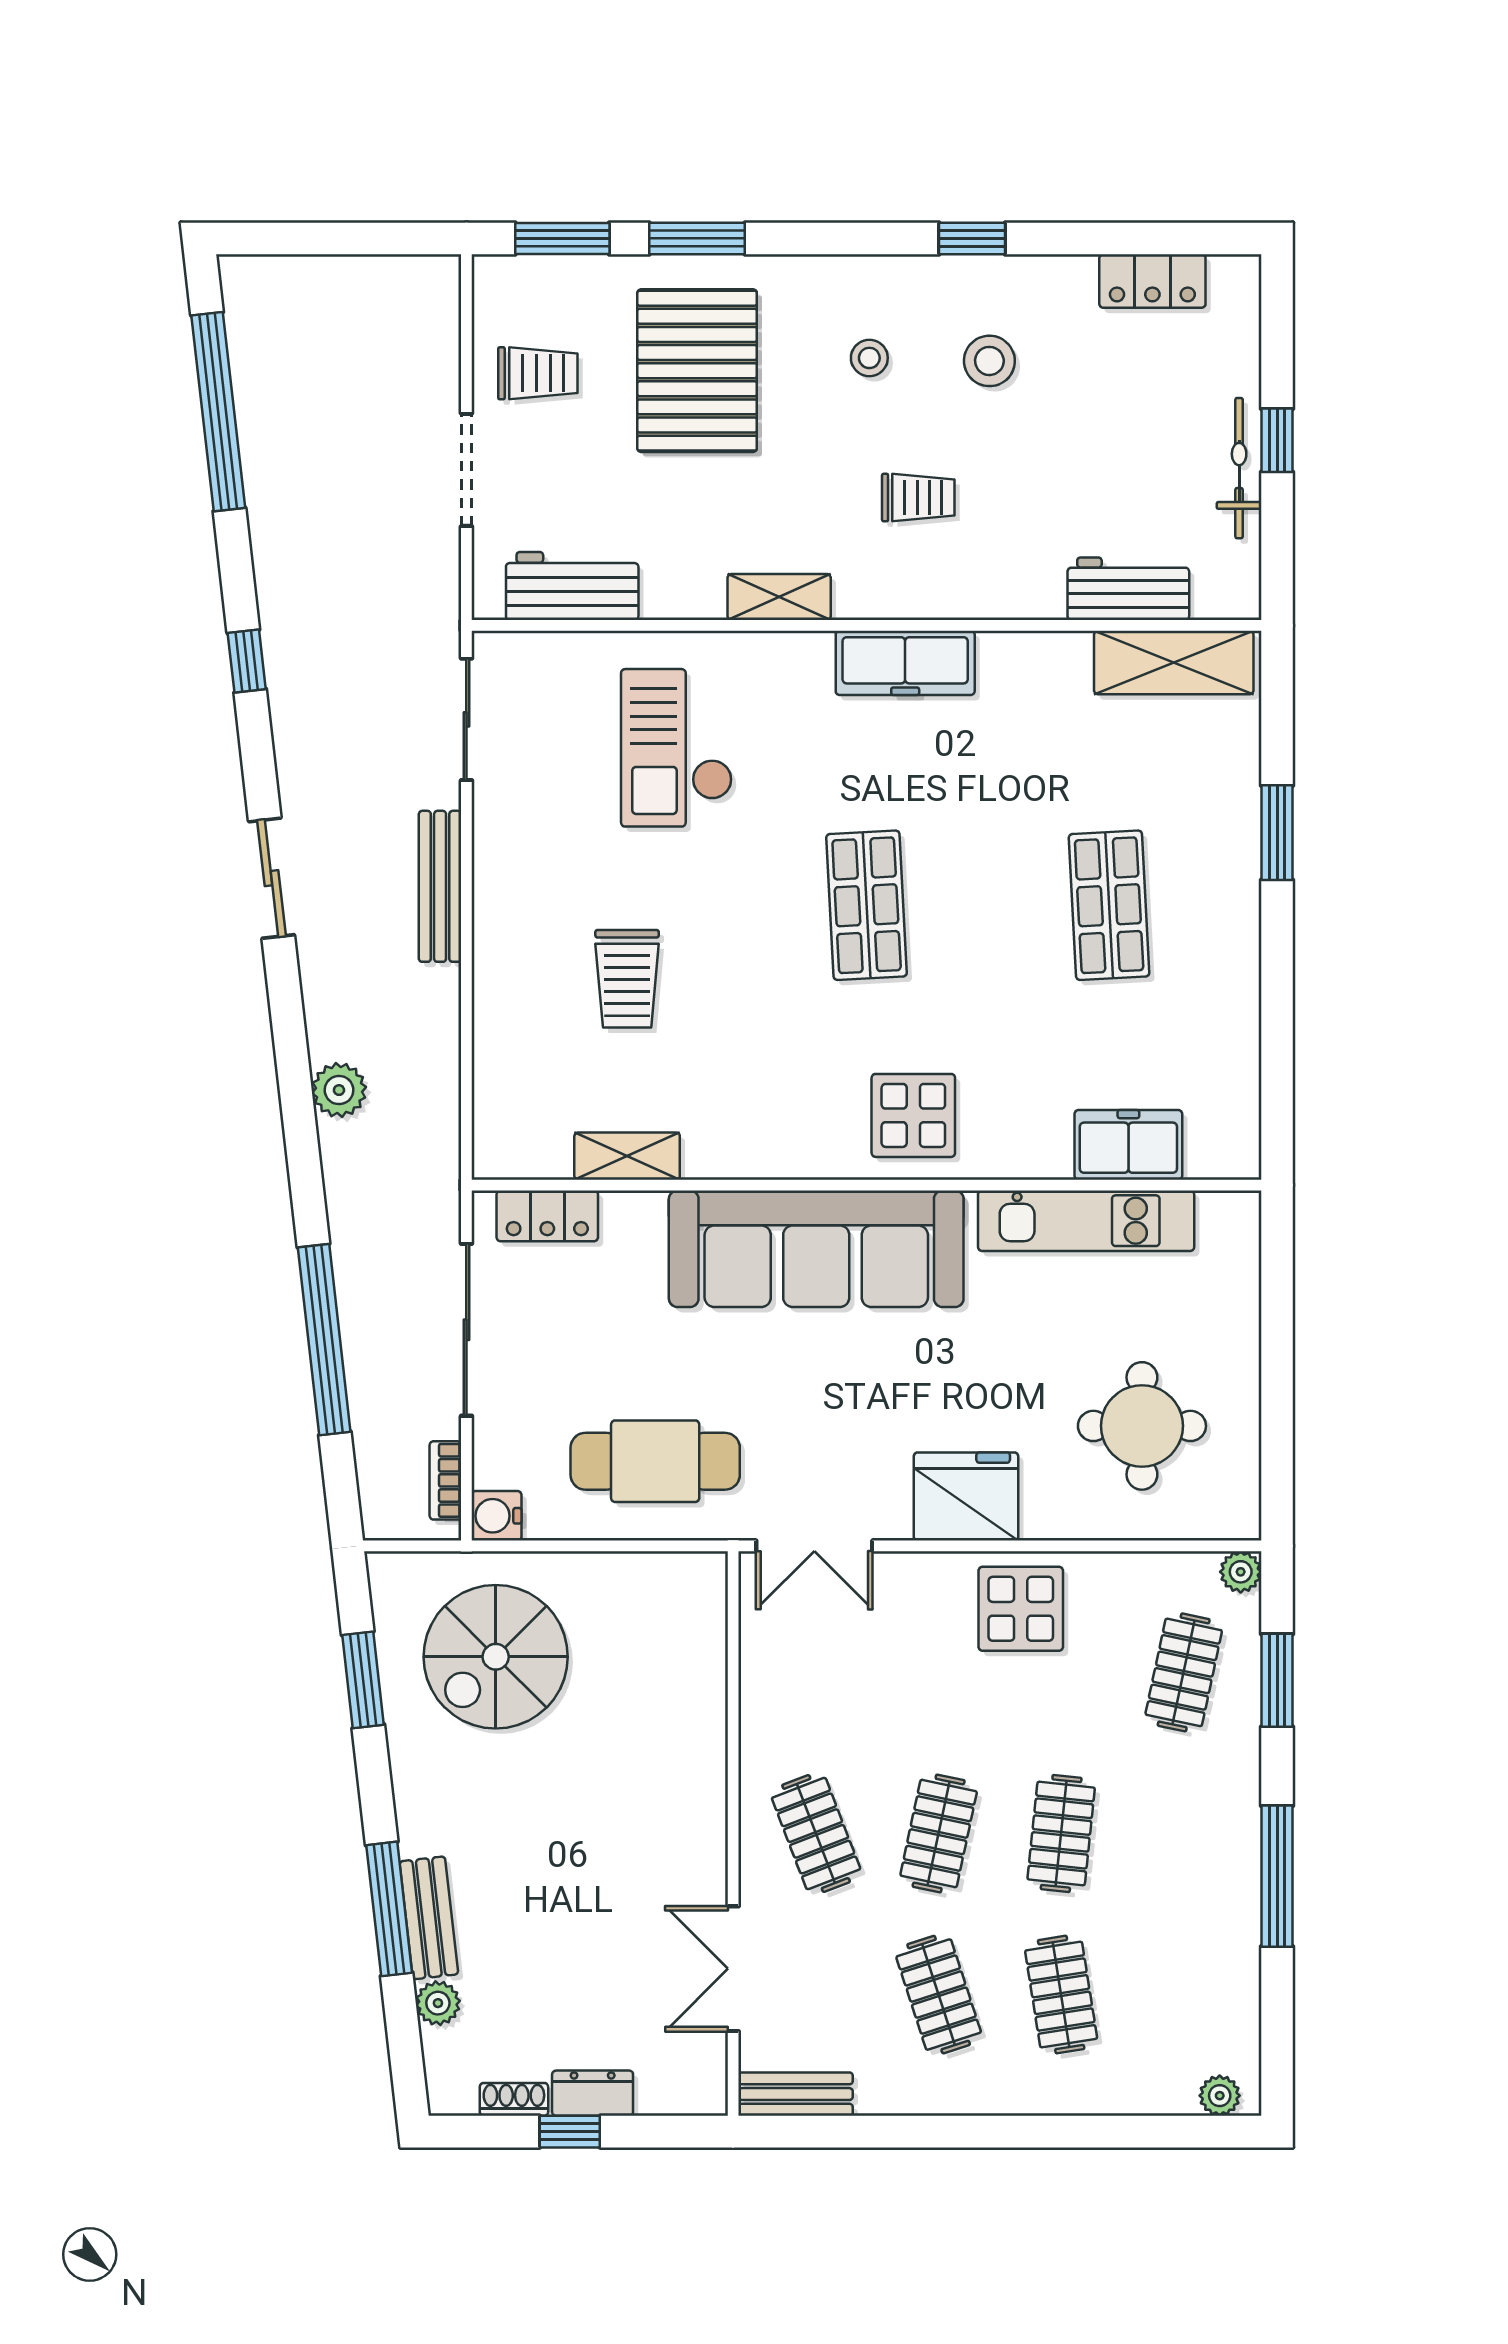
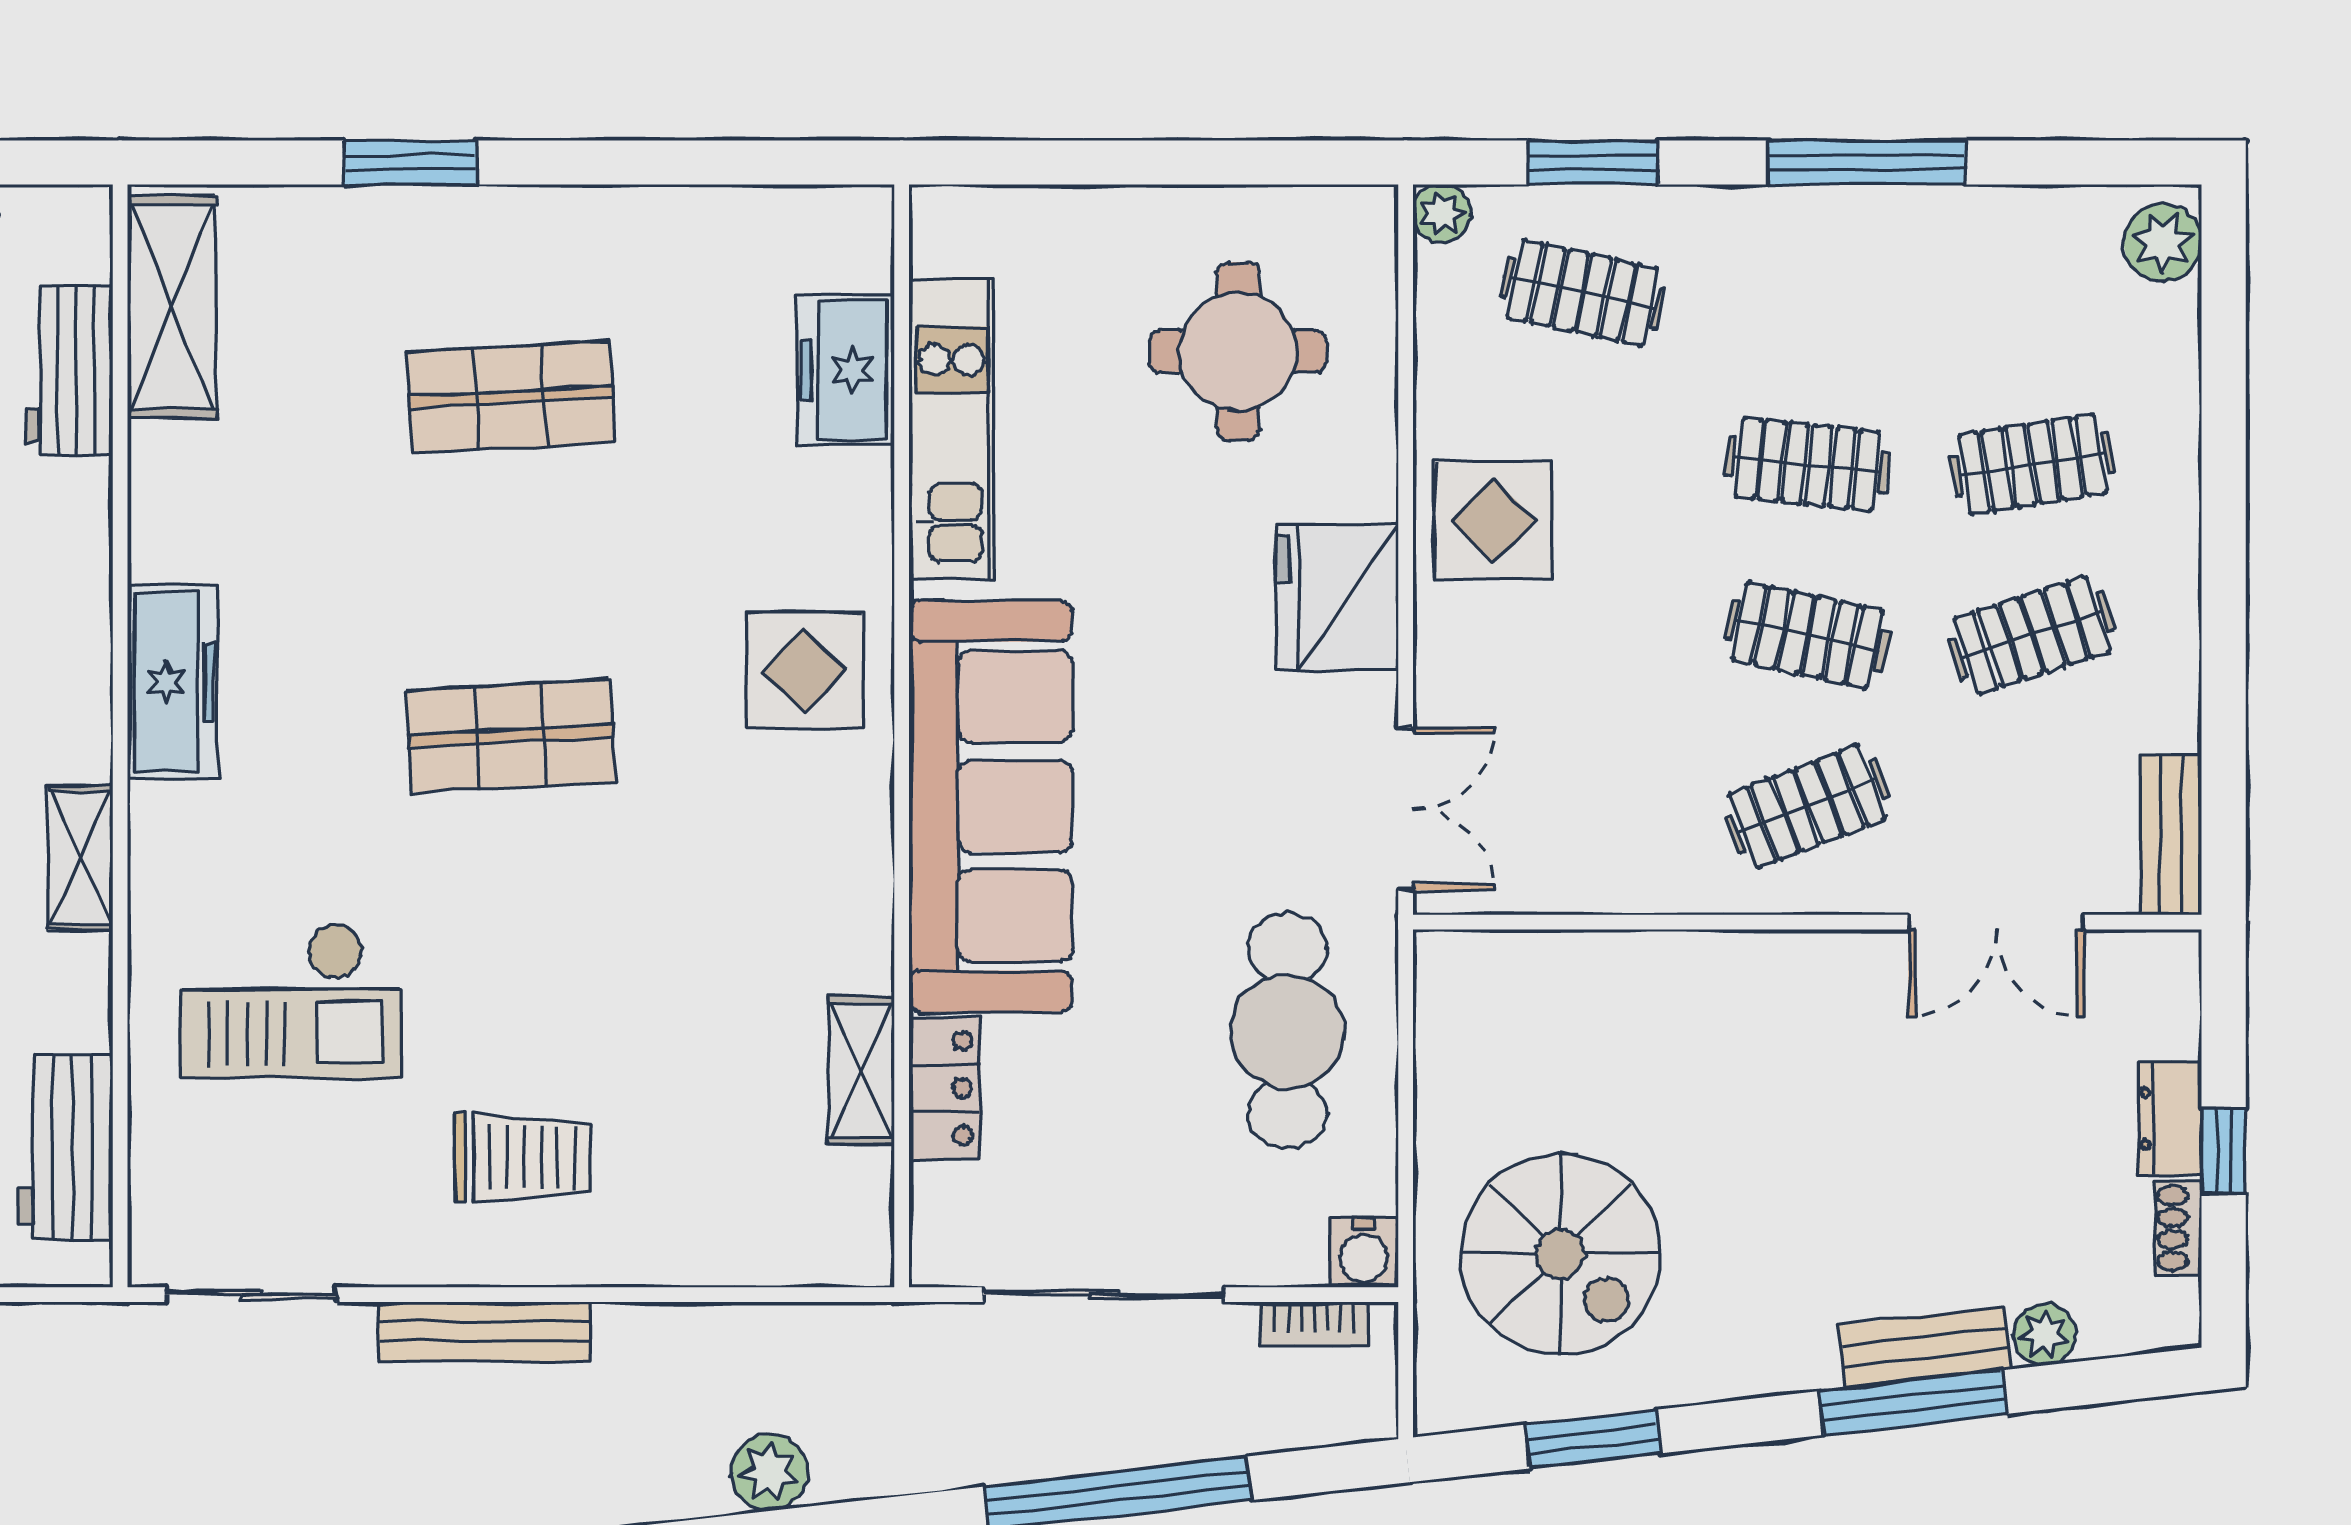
trolley: (627, 979) -> (523, 1157), moved
locker: (547, 1216) -> (945, 1088), moved
plant: (1220, 2096) -> (2163, 243), width x1.38, depth x1.38

